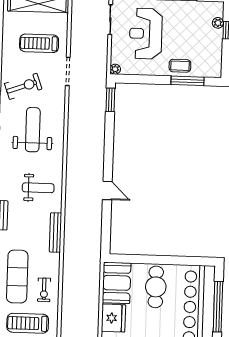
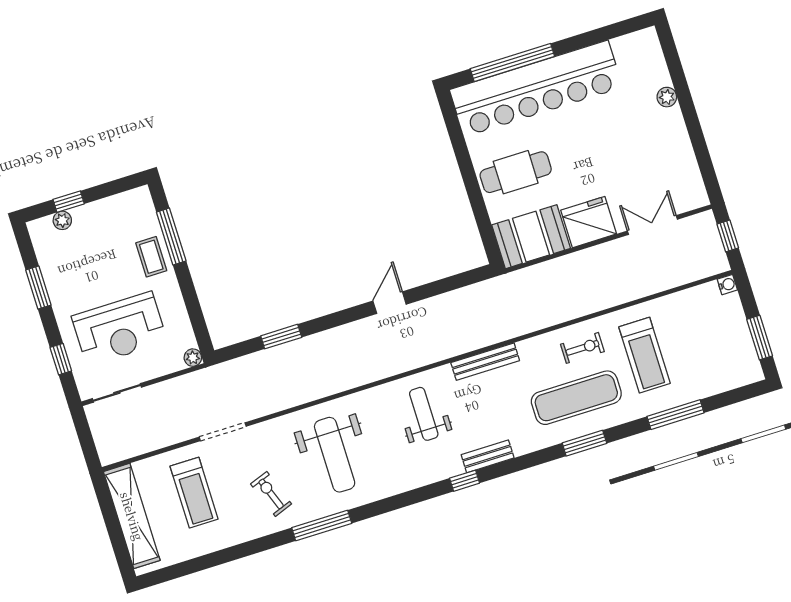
exercise bike: (23, 86) -> (271, 494), width x0.73, depth x0.72
window: (110, 100) -> (281, 337), moved
weight bench: (33, 130) -> (335, 455), turned -90

